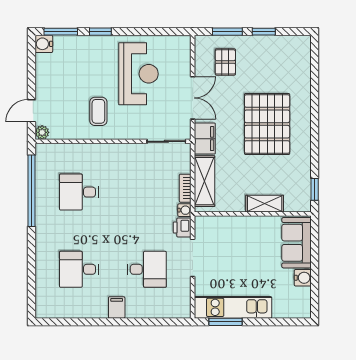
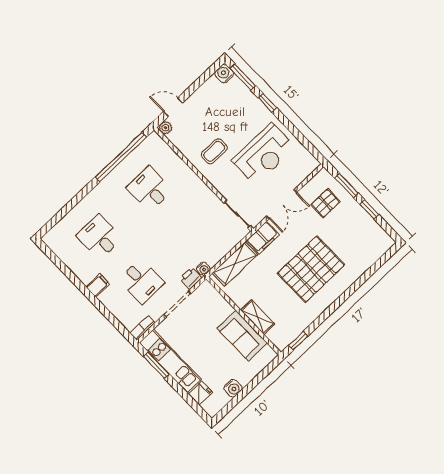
bookcase: (185, 188) -> (143, 328), moved
sofa: (296, 243) -> (242, 336), moved, turned -90
fridge: (282, 308) -> (200, 393), added

